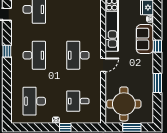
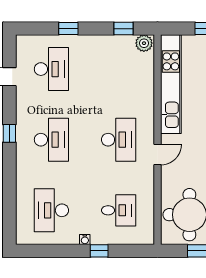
desk: (78, 55) -> (119, 140), turned 180
desk: (78, 101) -> (119, 210), turned 180

